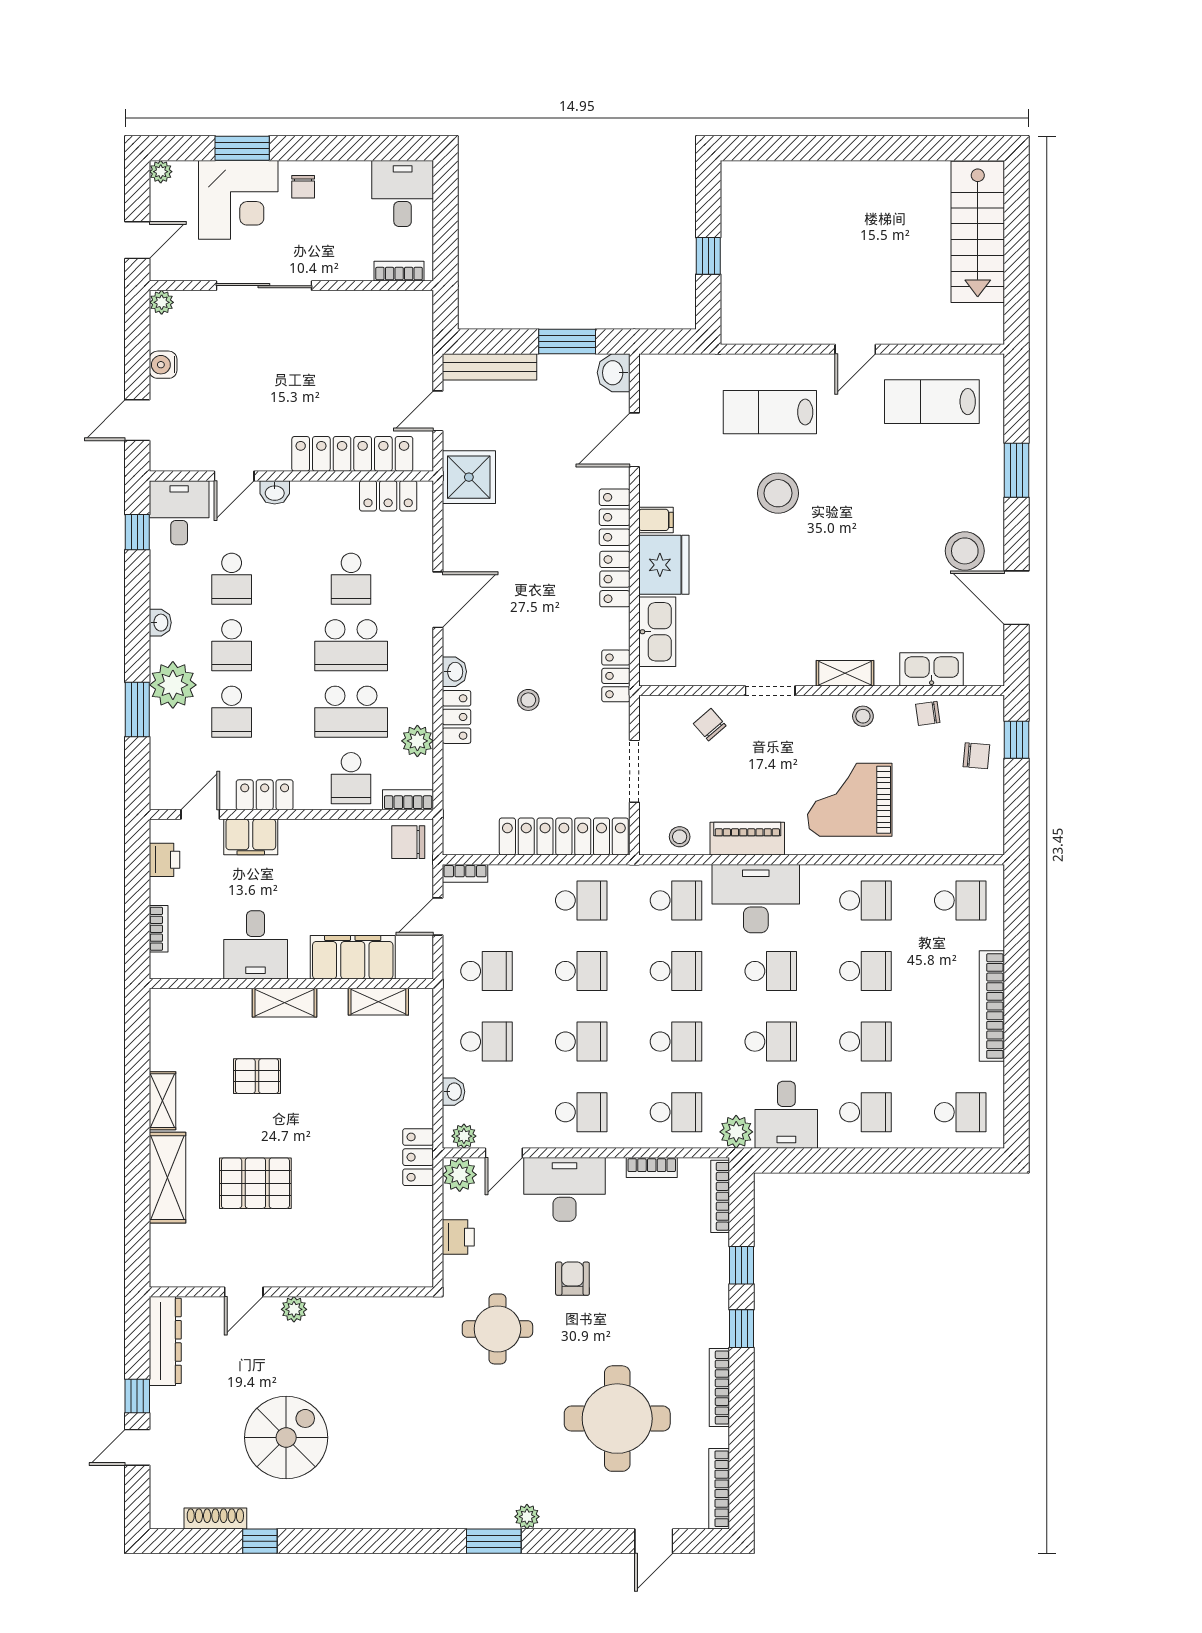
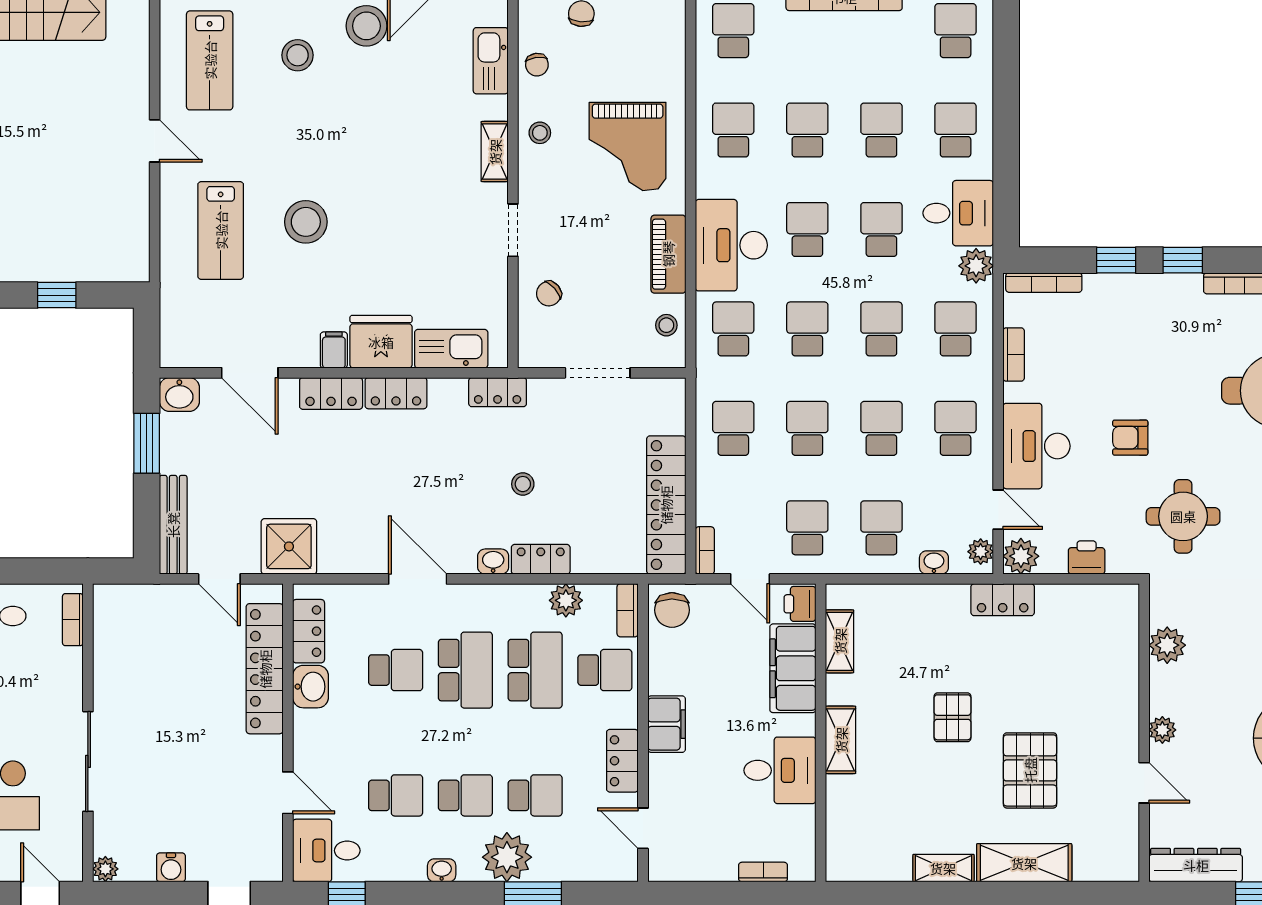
stool: (937, 485) -> (298, 55), added
washbasin: (275, 492) -> (311, 687), moved, width x1.38, depth x1.45
filing cabinet: (251, 837) -> (667, 724), moved
locker: (564, 837) -> (666, 505), moved
printer: (164, 860) -> (800, 604), moved, turned -90
pallet: (257, 1076) -> (952, 717), moved
plant: (375, 1314) -> (1167, 645), added

